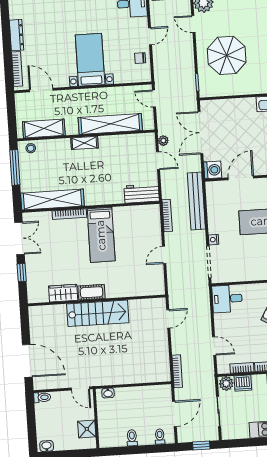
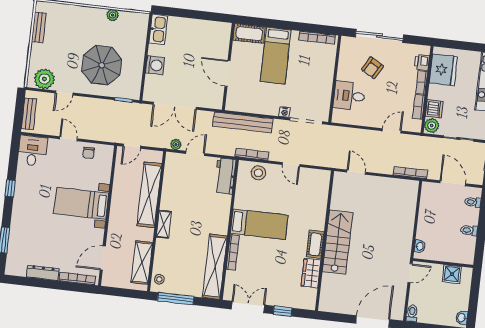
washing machine: (213, 170) -> (155, 65), moved, turned 90
stool: (150, 225) -> (258, 173), added
desk: (227, 299) -> (349, 96), moved, turned 90

